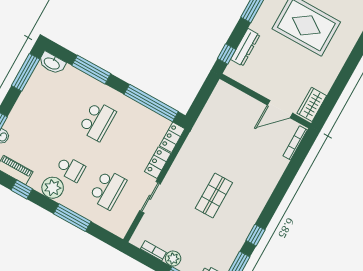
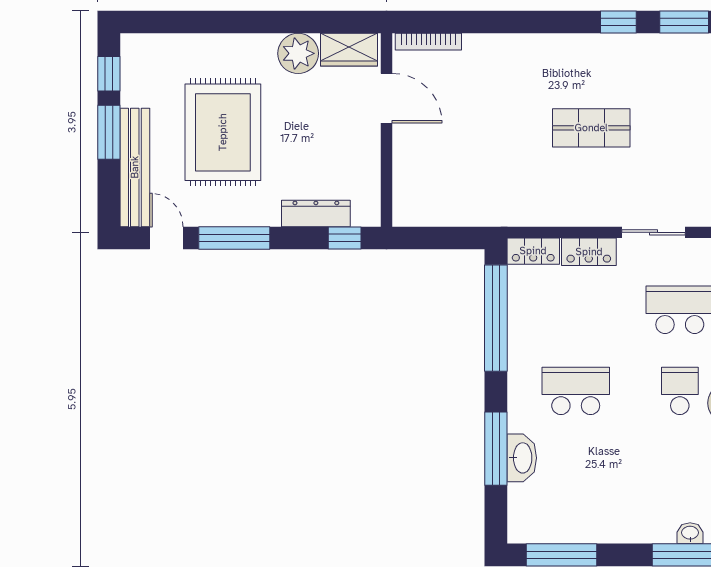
washbasin: (52, 63) -> (522, 458), moved
plant: (323, 80) -> (298, 53), added

